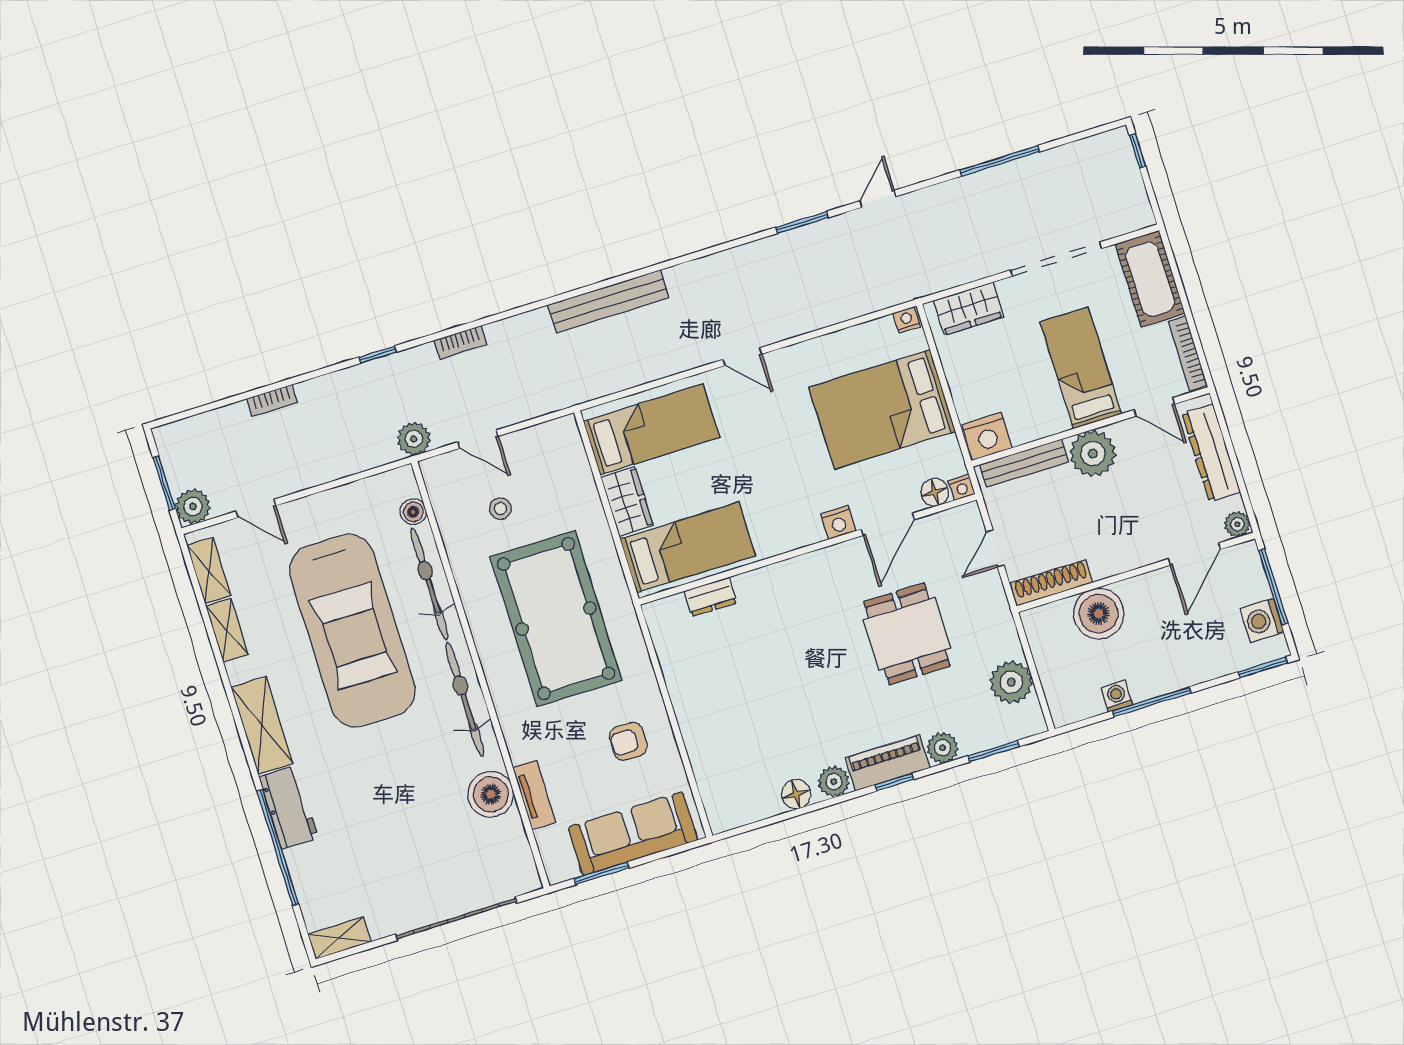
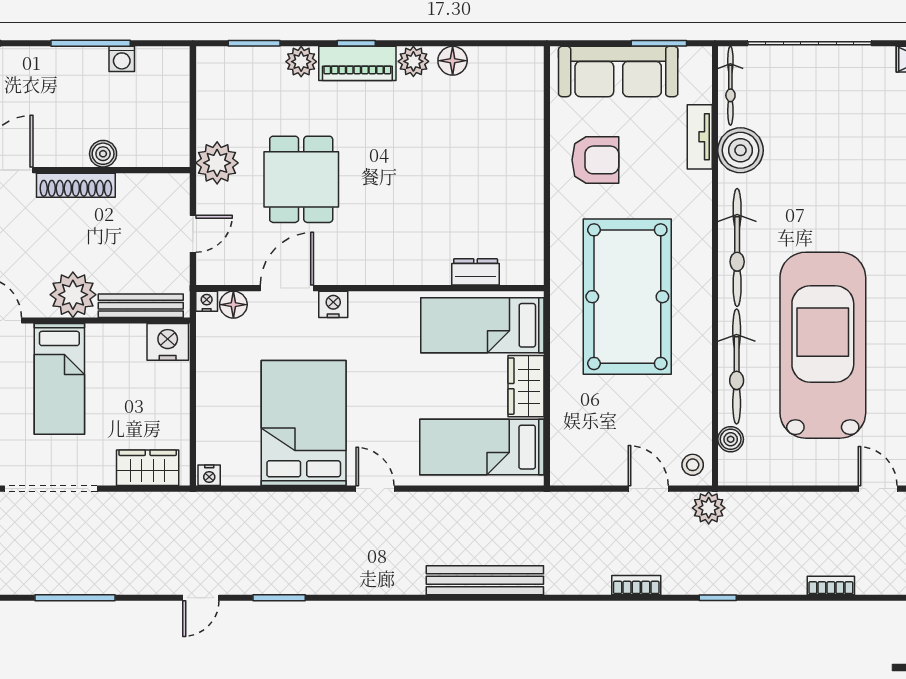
bed: (882, 409) -> (304, 423), moved, turned -90
stool: (500, 509) -> (693, 465), moved
shoe rack: (1052, 583) -> (76, 185), moved
boiler: (1099, 614) -> (103, 154), width x0.54, depth x0.54
plant: (1011, 682) -> (217, 163), moved
armchair: (628, 741) -> (595, 160), width x1.38, depth x1.38
bicycle: (520, 854) -> (730, 86), added

